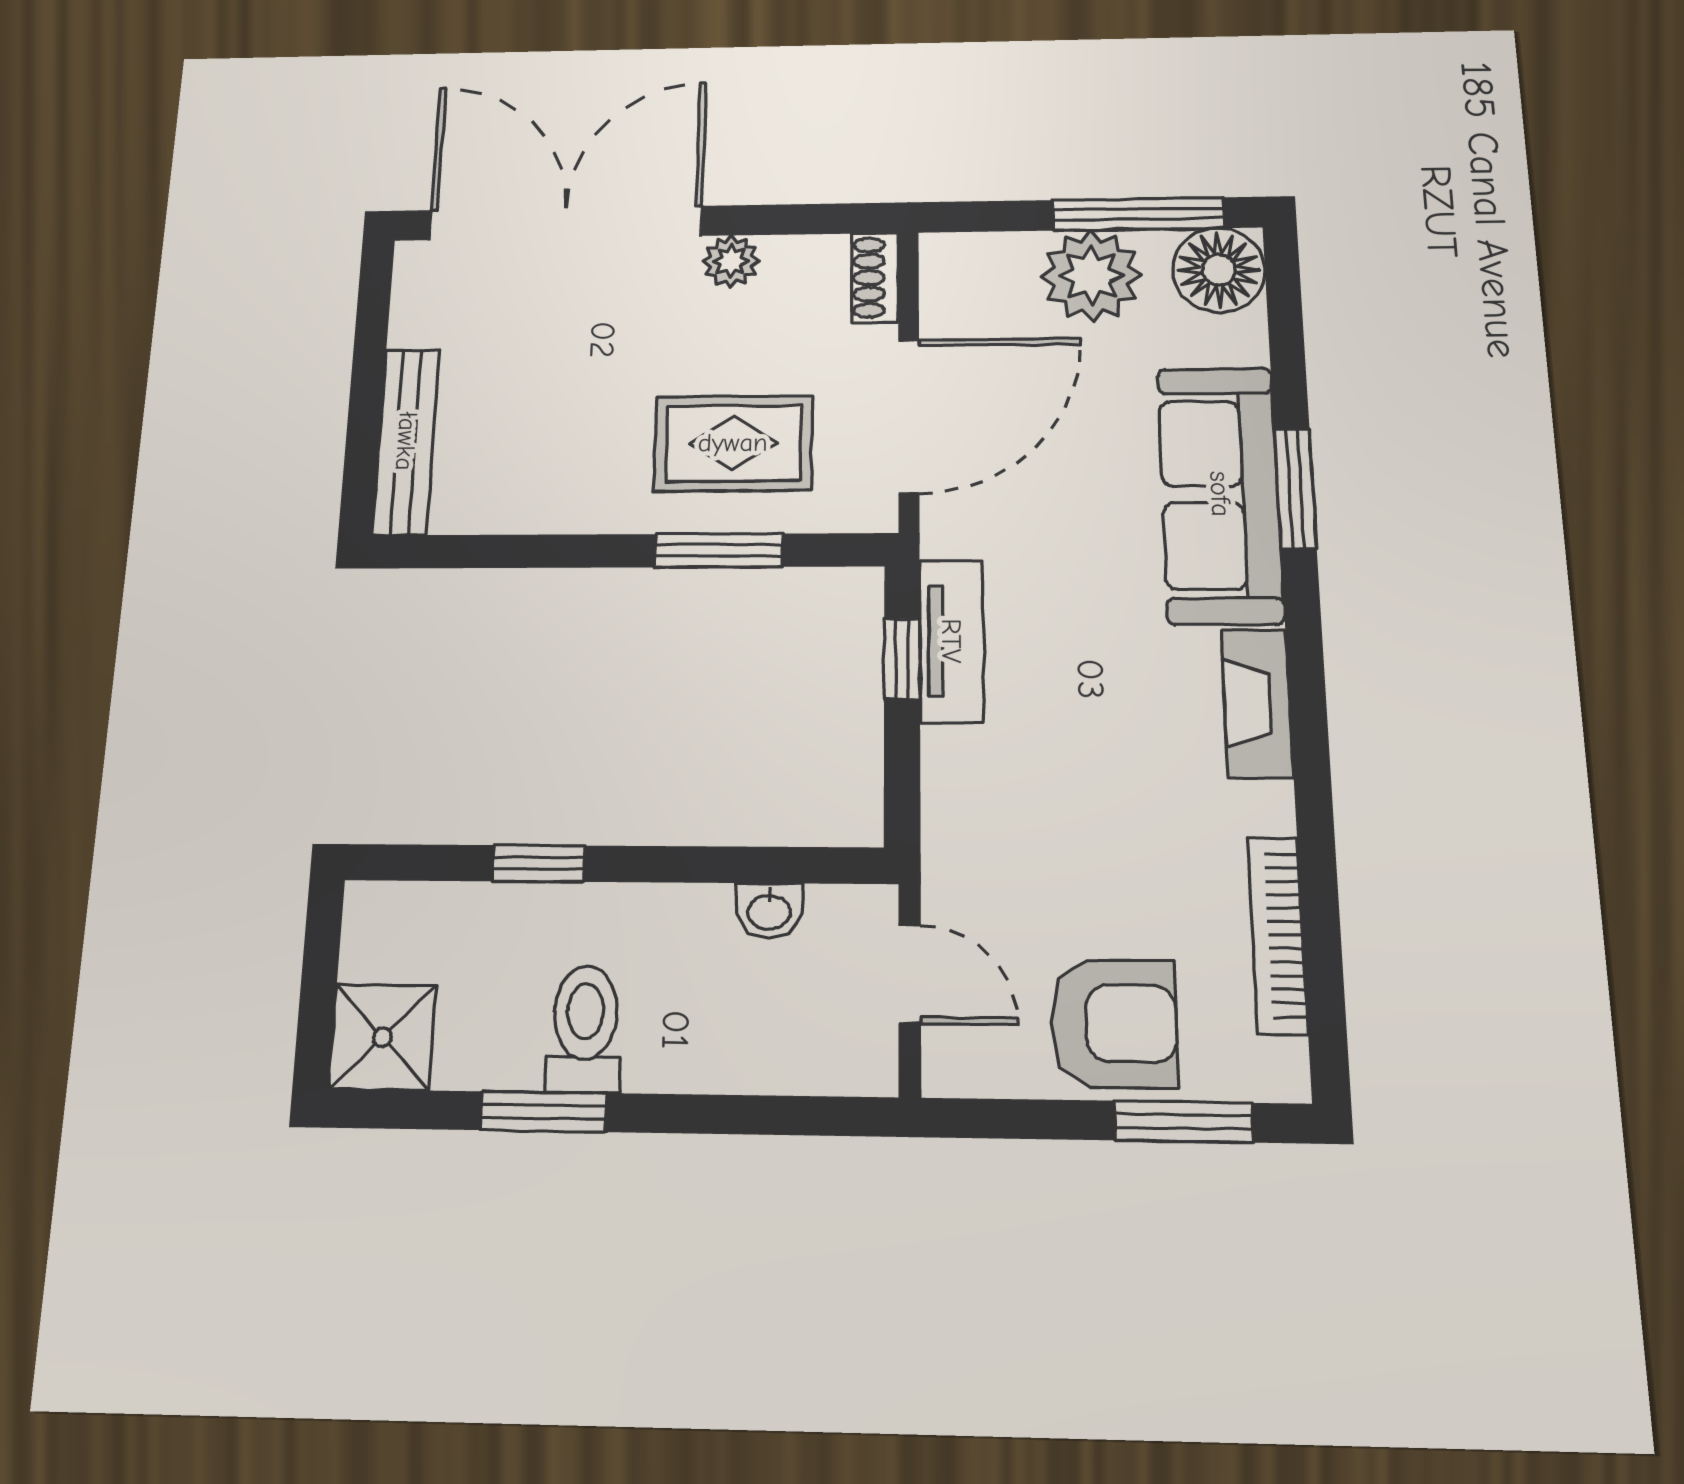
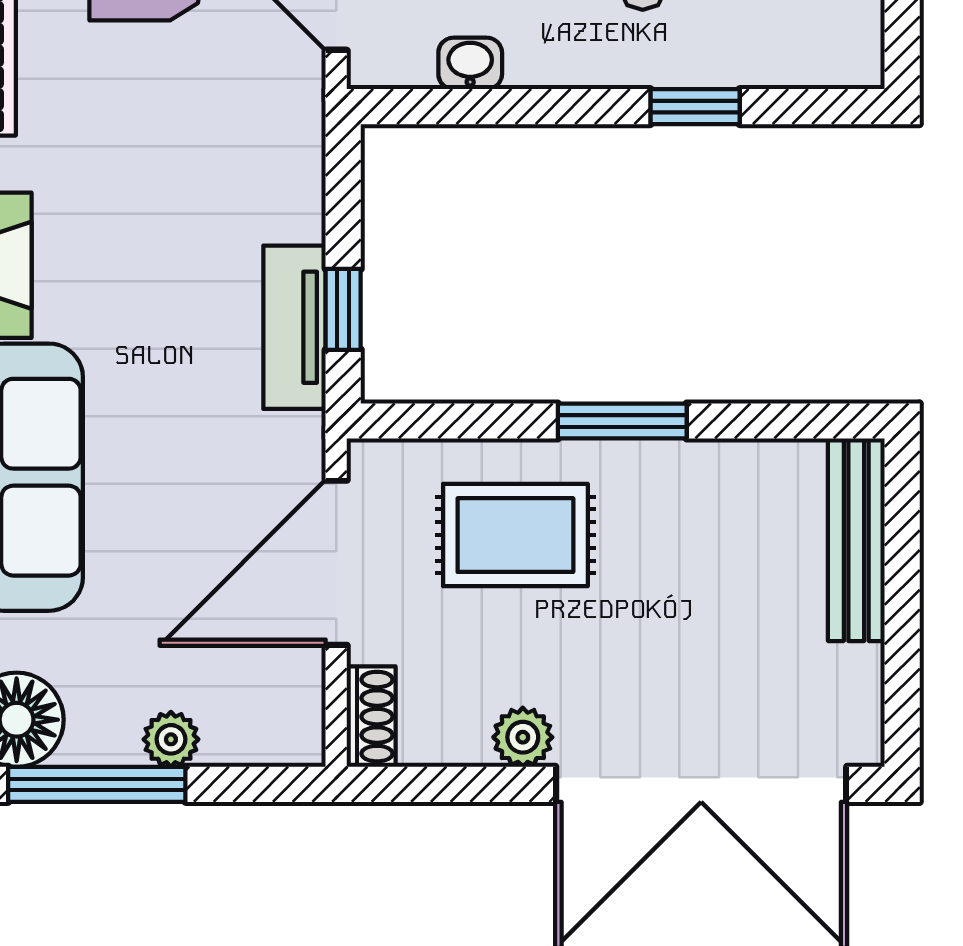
plant: (1092, 276) -> (171, 739), width x0.53, depth x0.53
window: (719, 550) -> (622, 421), moved

